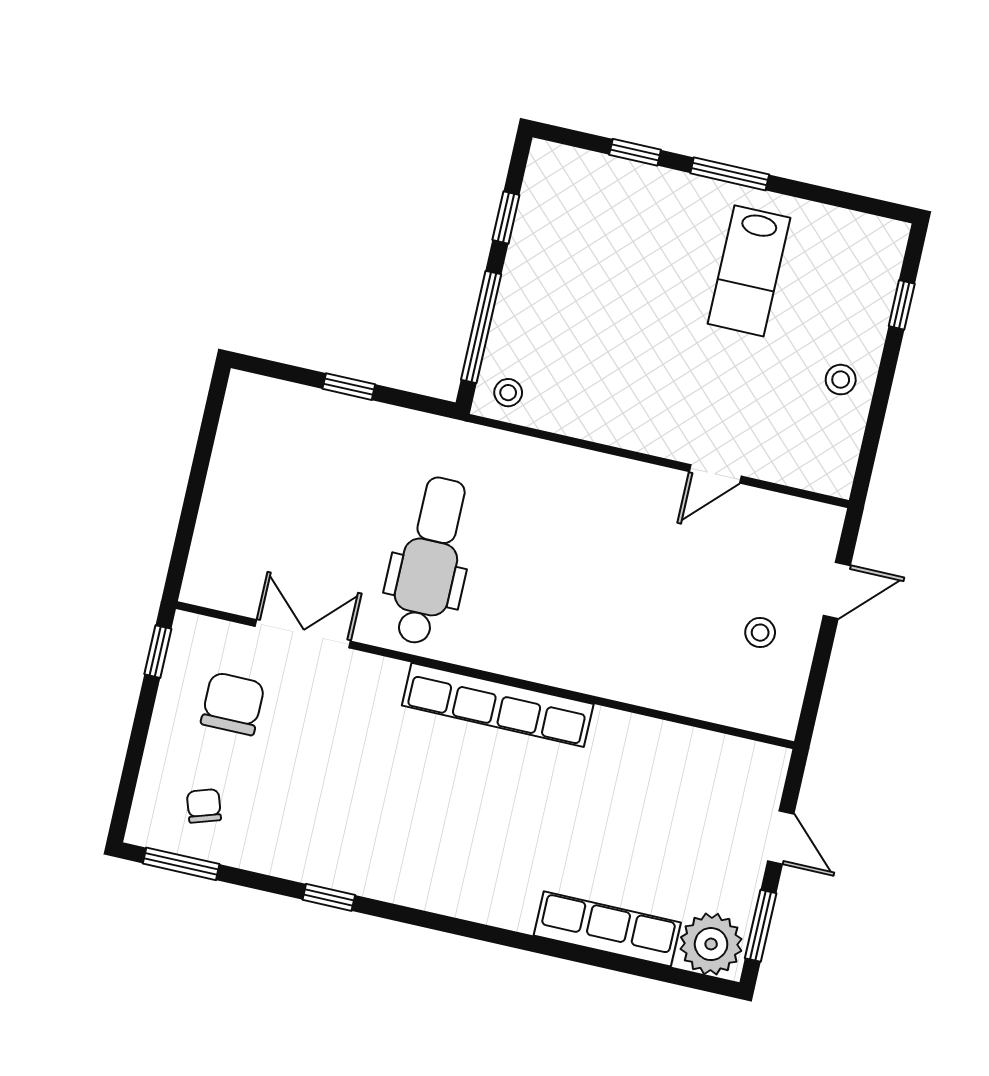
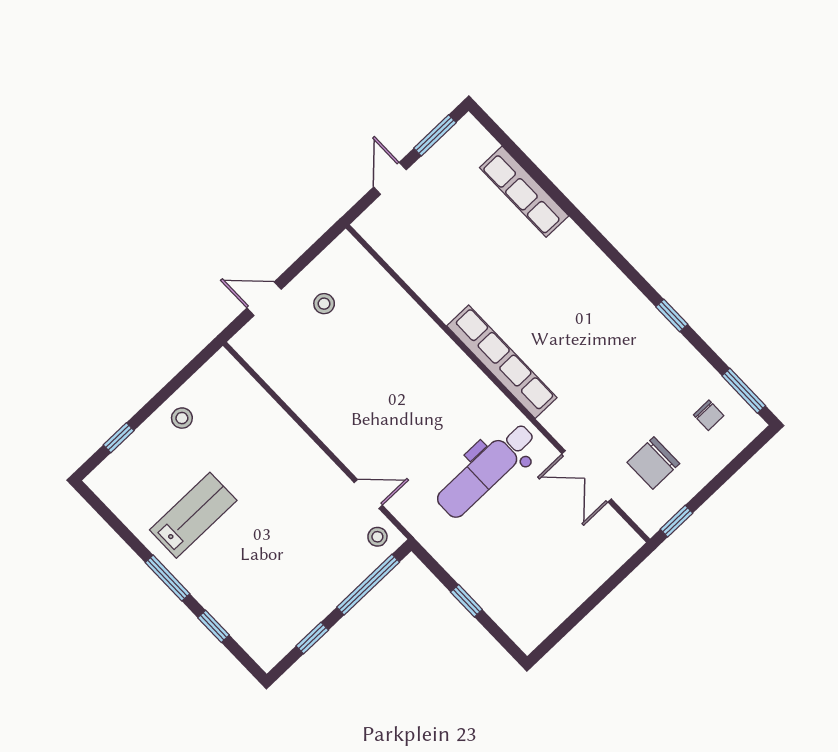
door: (715, 474) -> (368, 494), moved
chair: (204, 806) -> (709, 415), turned -72
plant: (711, 944) -> (470, 144), removed

